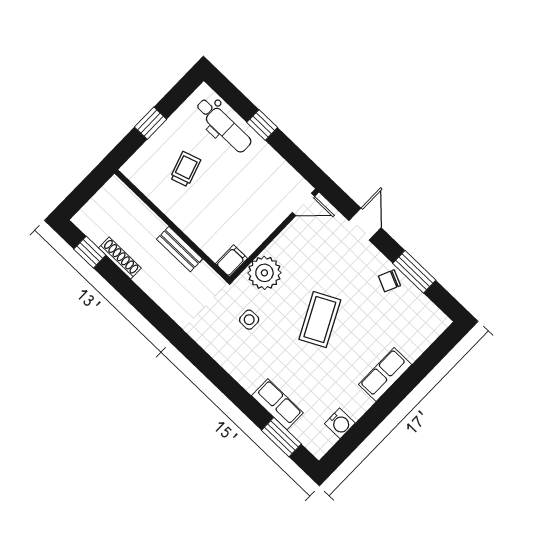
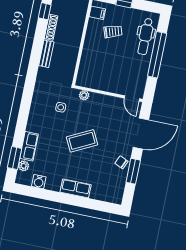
window: (262, 125) -> (157, 55), width x3.17
door: (365, 224) -> (141, 134), width x1.88
bench: (180, 249) -> (46, 54), moved
filing cabinet: (232, 261) -> (97, 13), moved
plant: (264, 273) -> (84, 95), width x0.53, depth x0.53
plant: (302, 431) -> (24, 166), added

